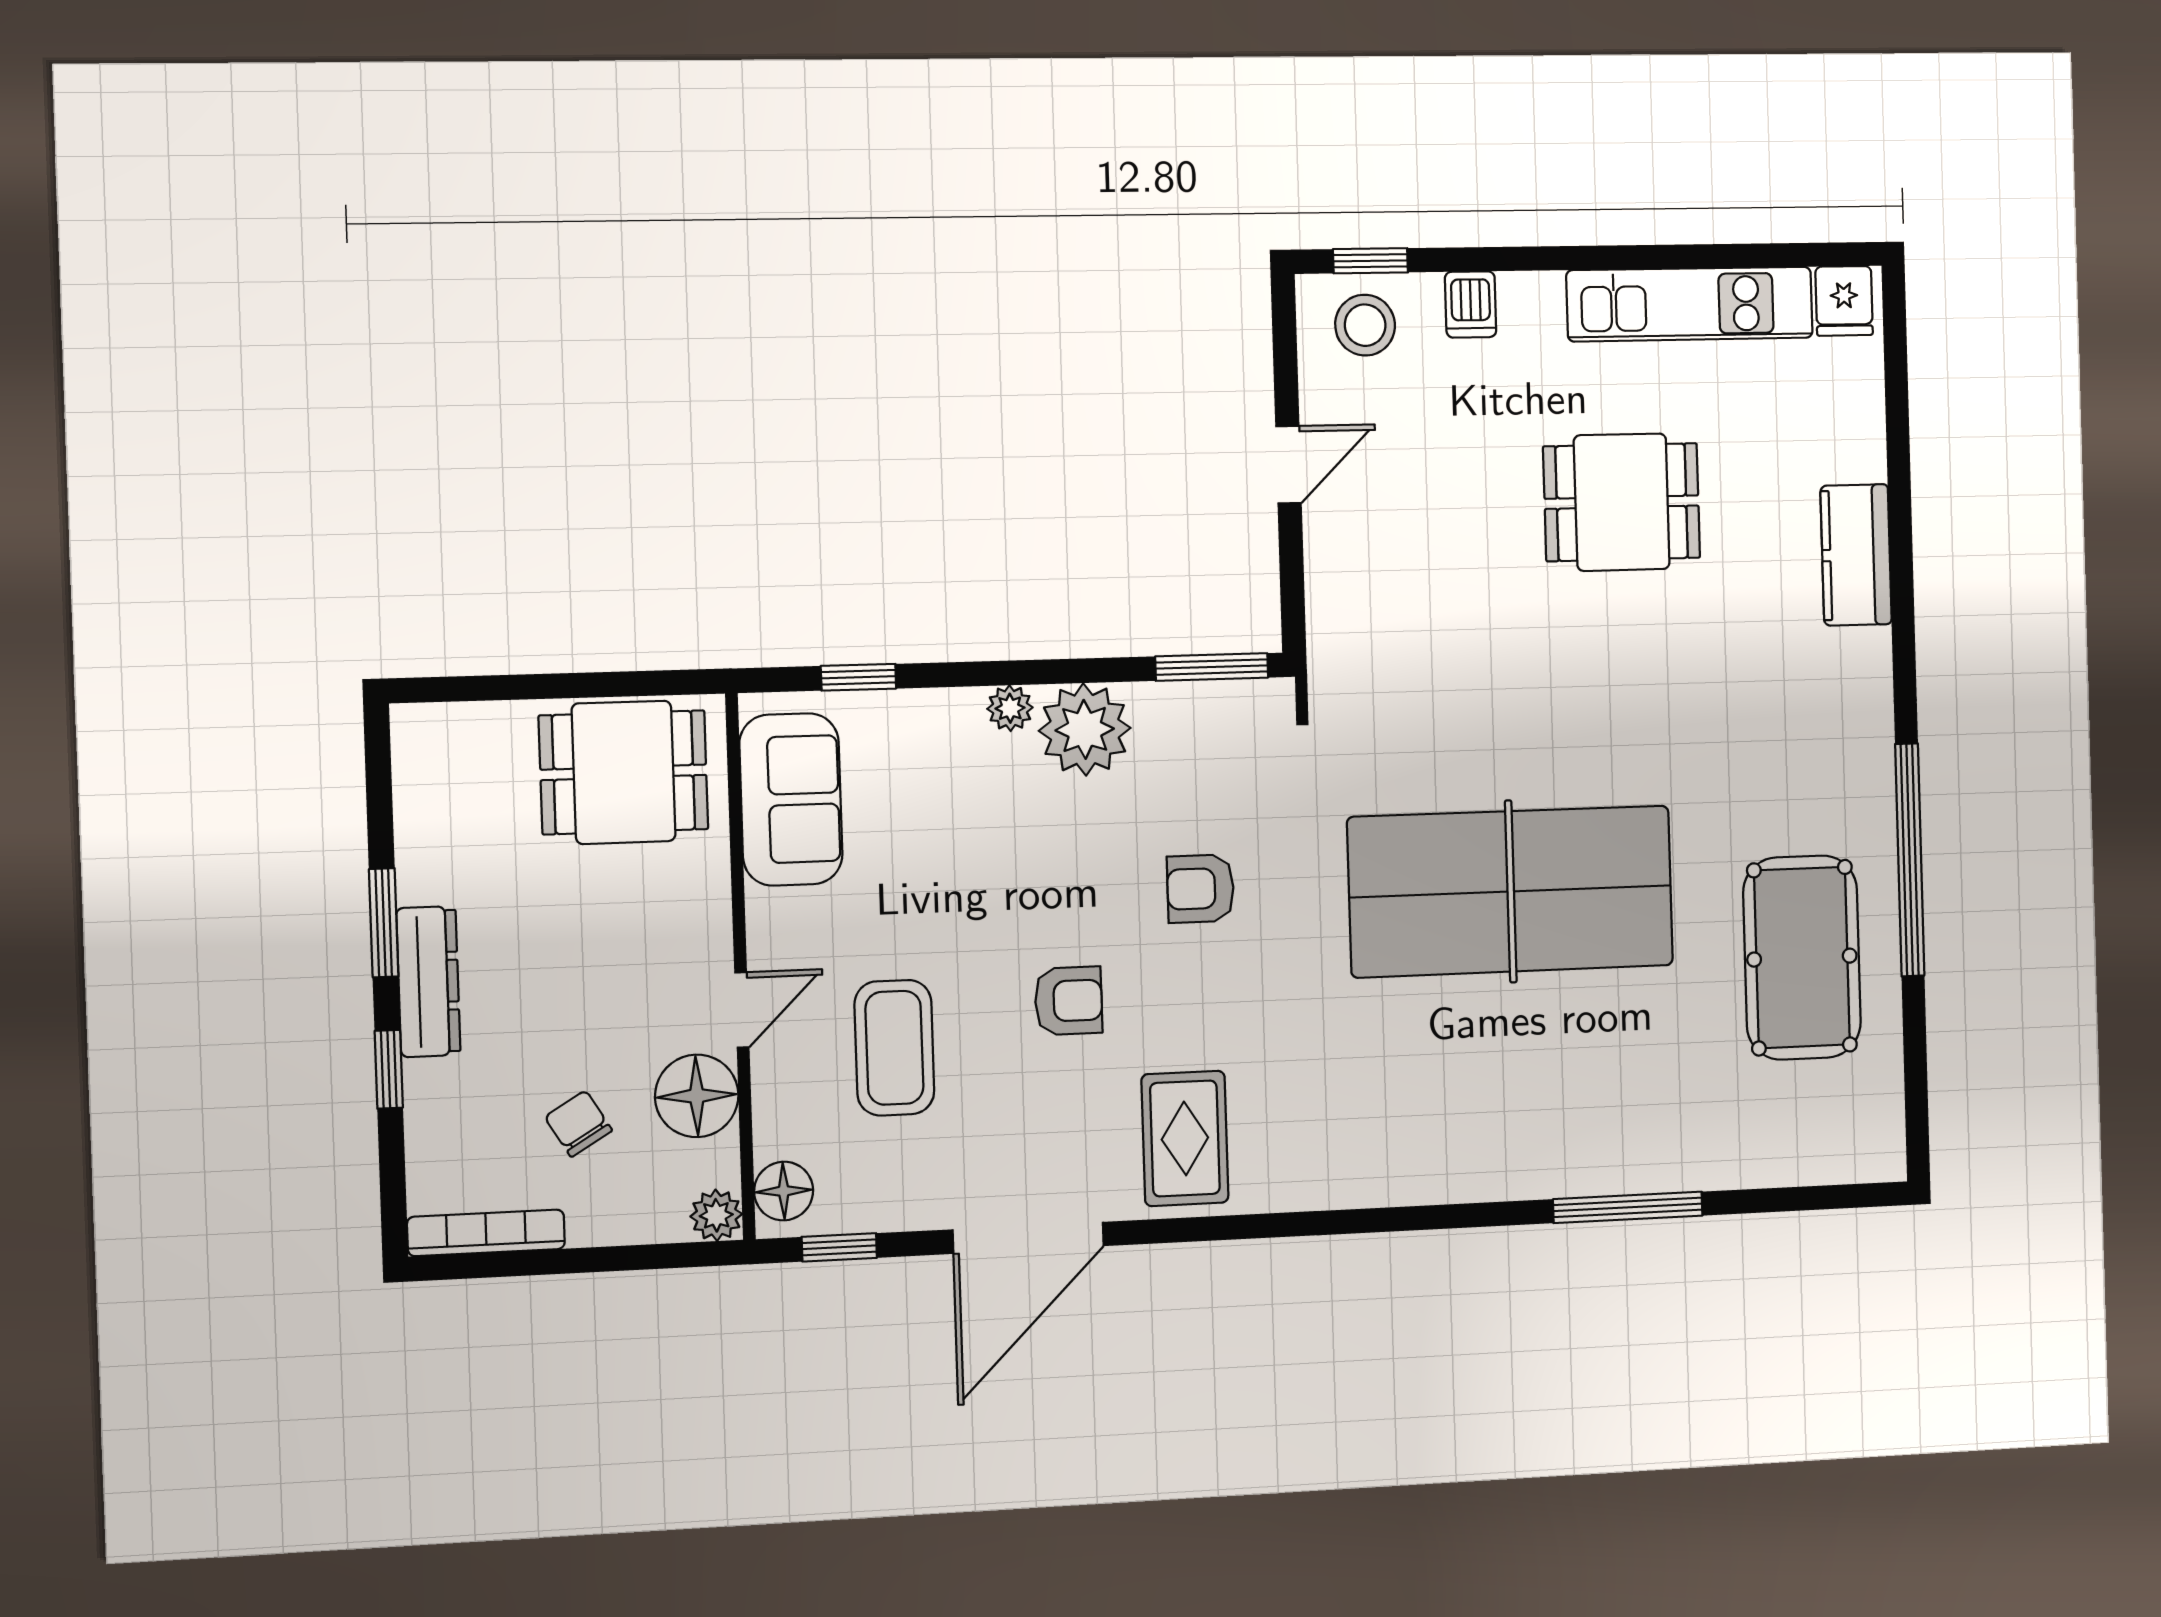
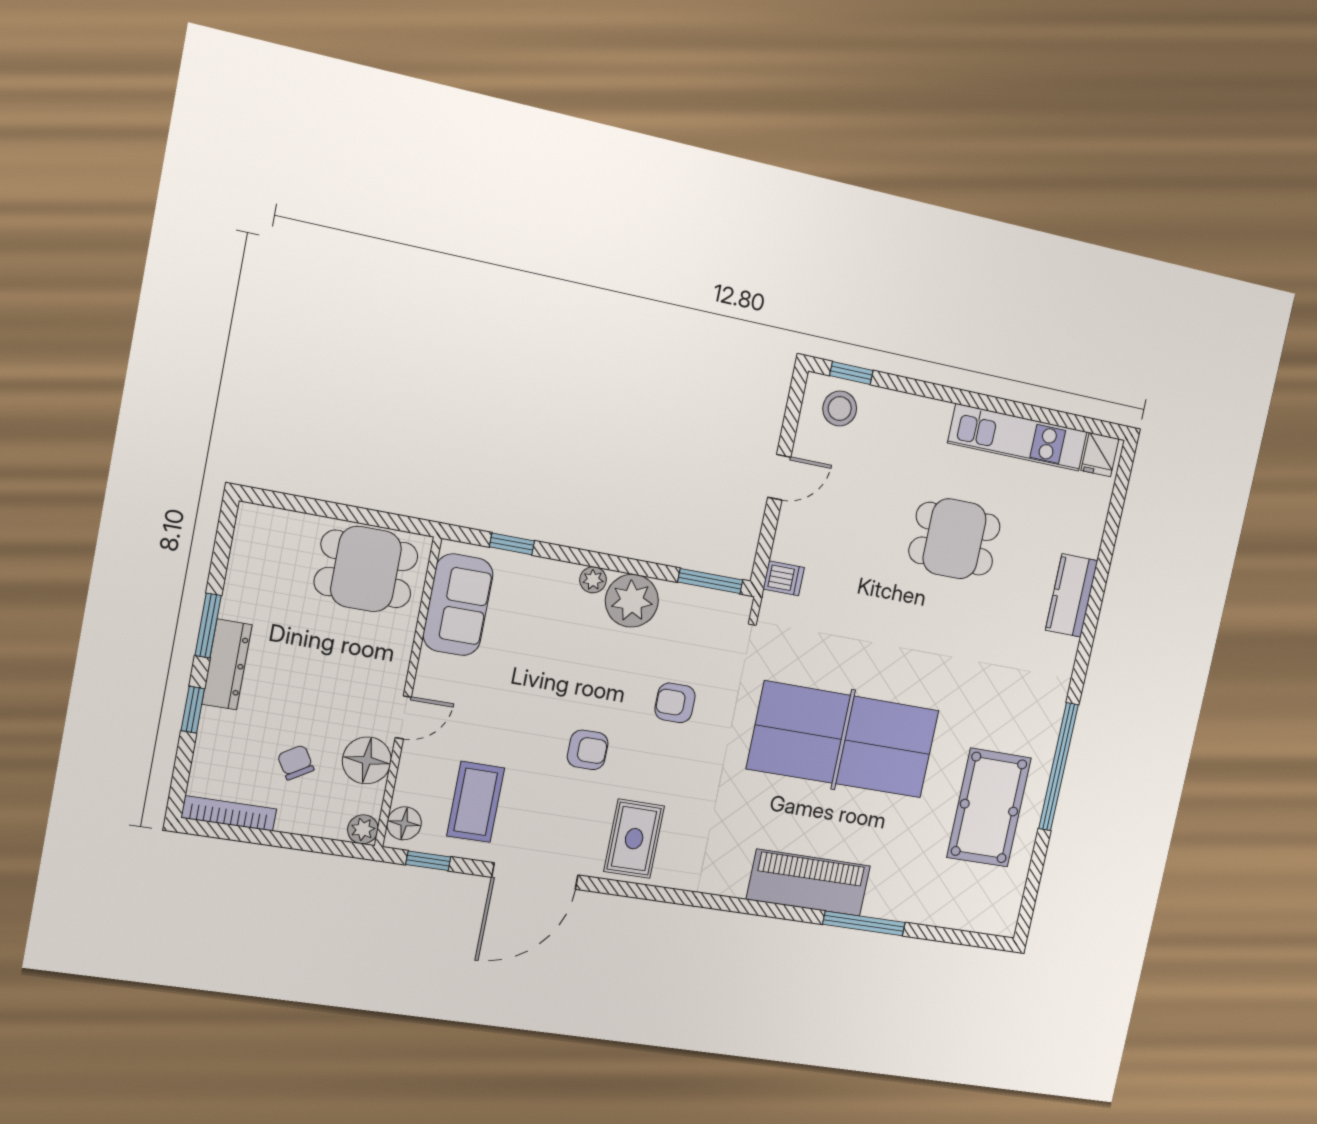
dishwasher: (1471, 304) -> (784, 578), moved, turned -90
coffee table: (894, 1048) -> (476, 802), moved
piano: (1511, 1155) -> (809, 883), added

